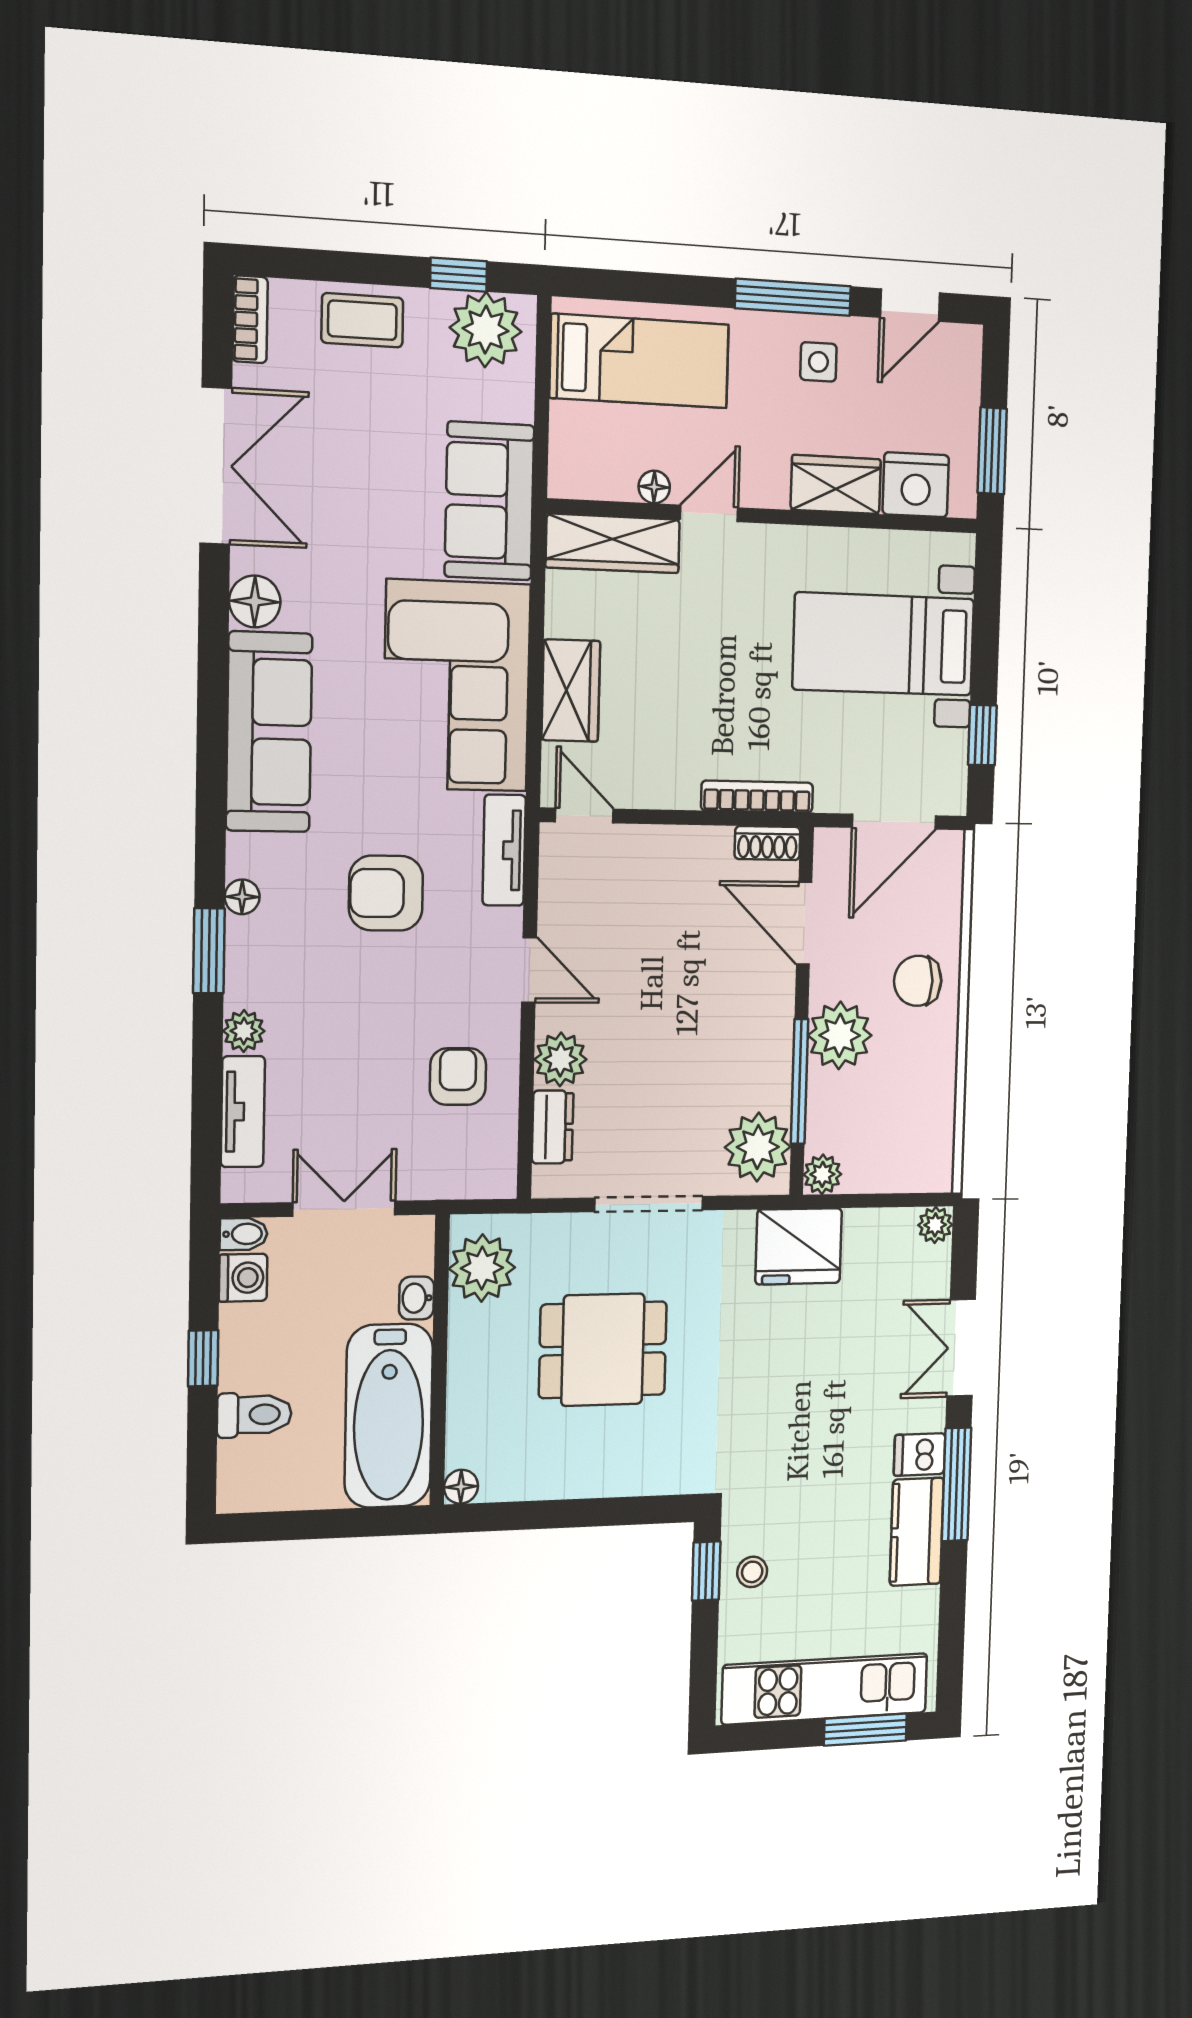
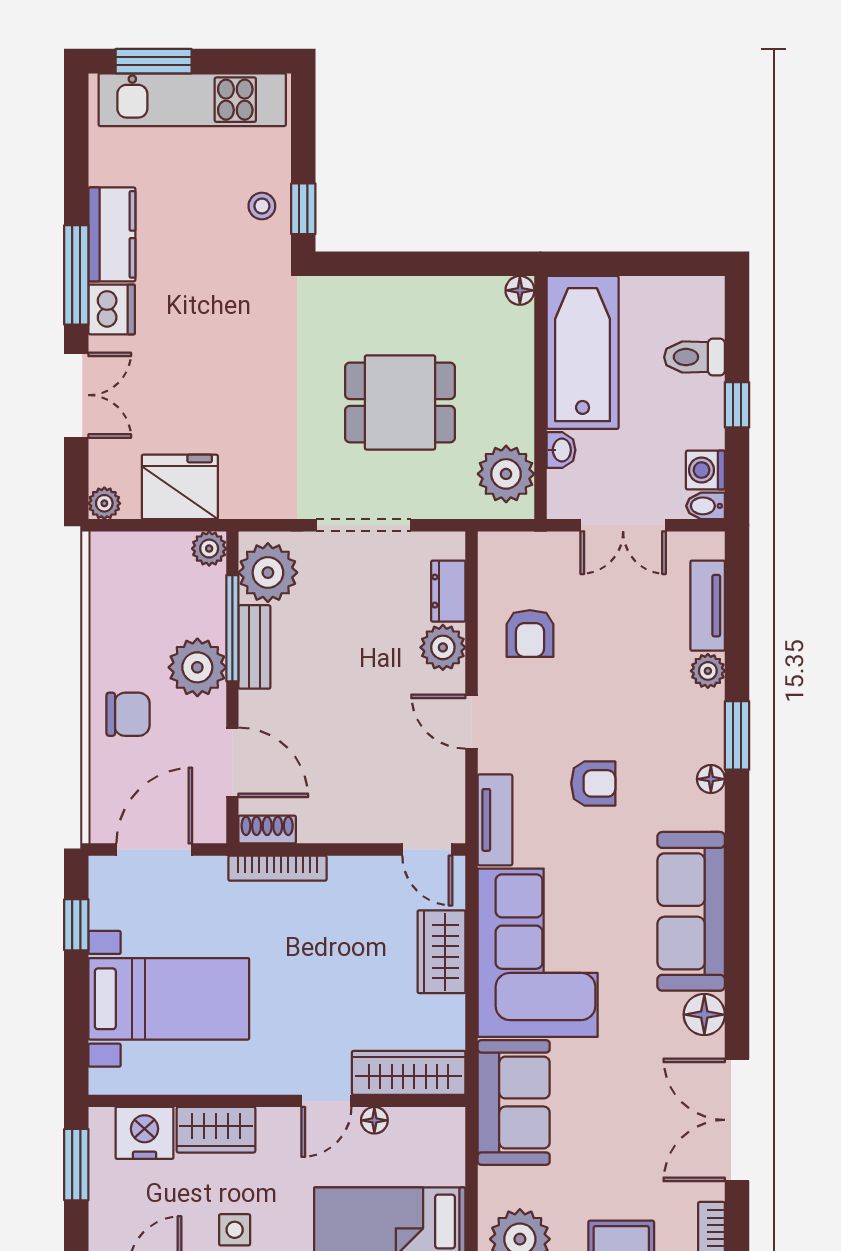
armchair: (386, 893) -> (593, 783), width x0.72, depth x0.72
bench: (775, 1059) -> (254, 647), added
fridge: (799, 1246) -> (180, 487), moved
dishwasher: (920, 1454) -> (112, 309), width x1.38

